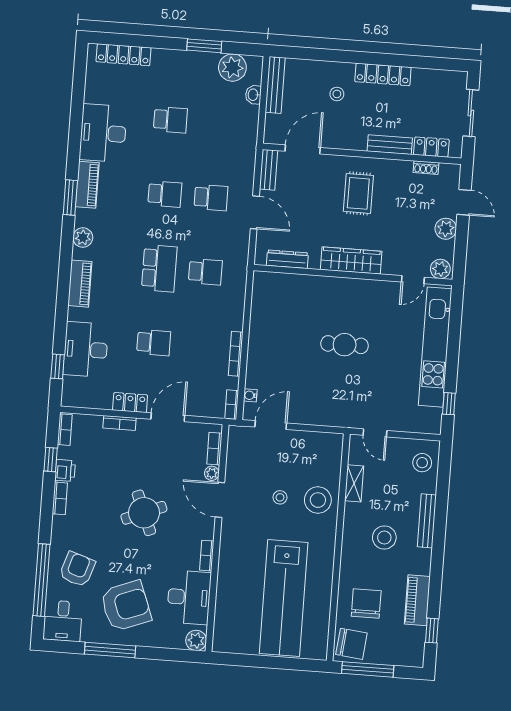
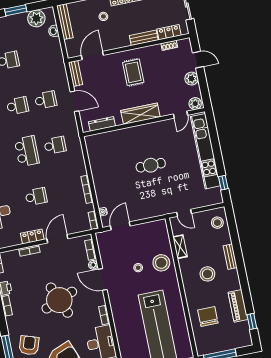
round table: (144, 513) -> (59, 300), width x1.36, depth x1.36
bench: (427, 521) -> (230, 257), width x0.73
chair: (351, 644) -> (206, 343), removed

